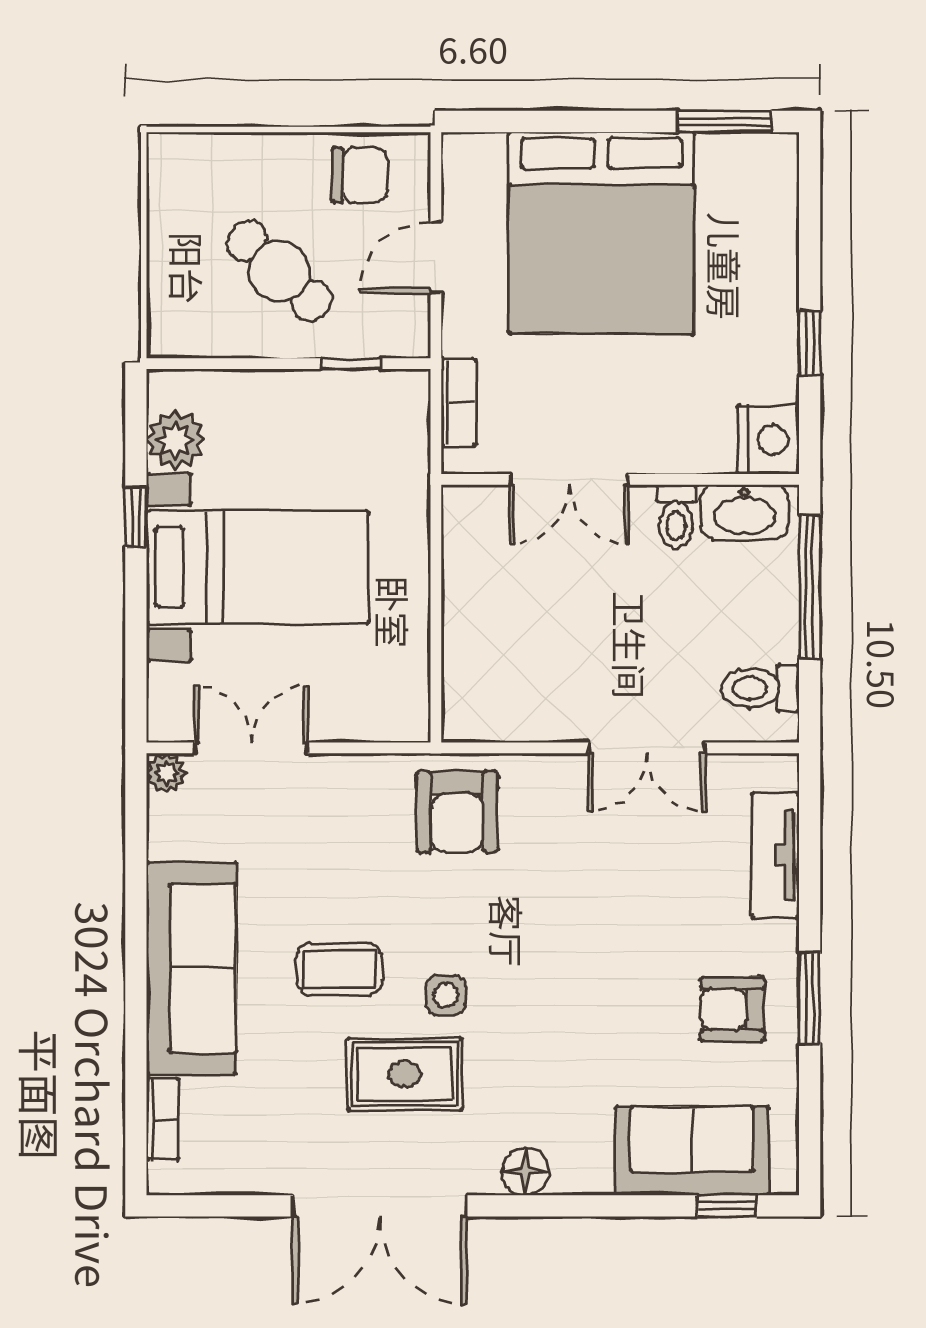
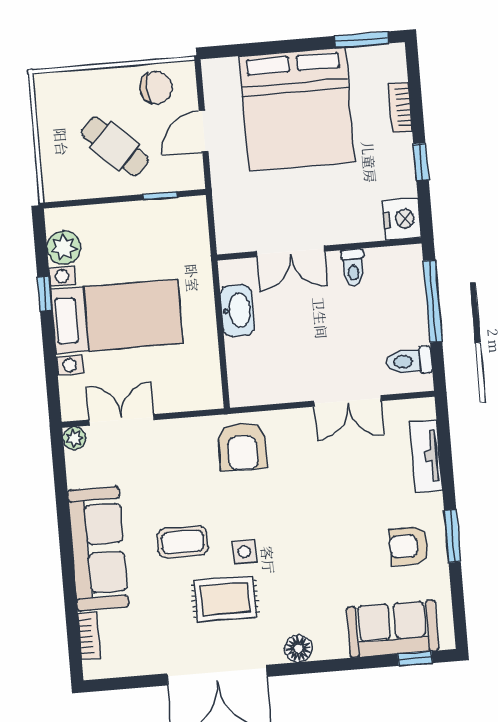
bookcase: (458, 402) -> (400, 108), moved, turned 180
washbasin: (744, 512) -> (237, 311), moved, turned -90

